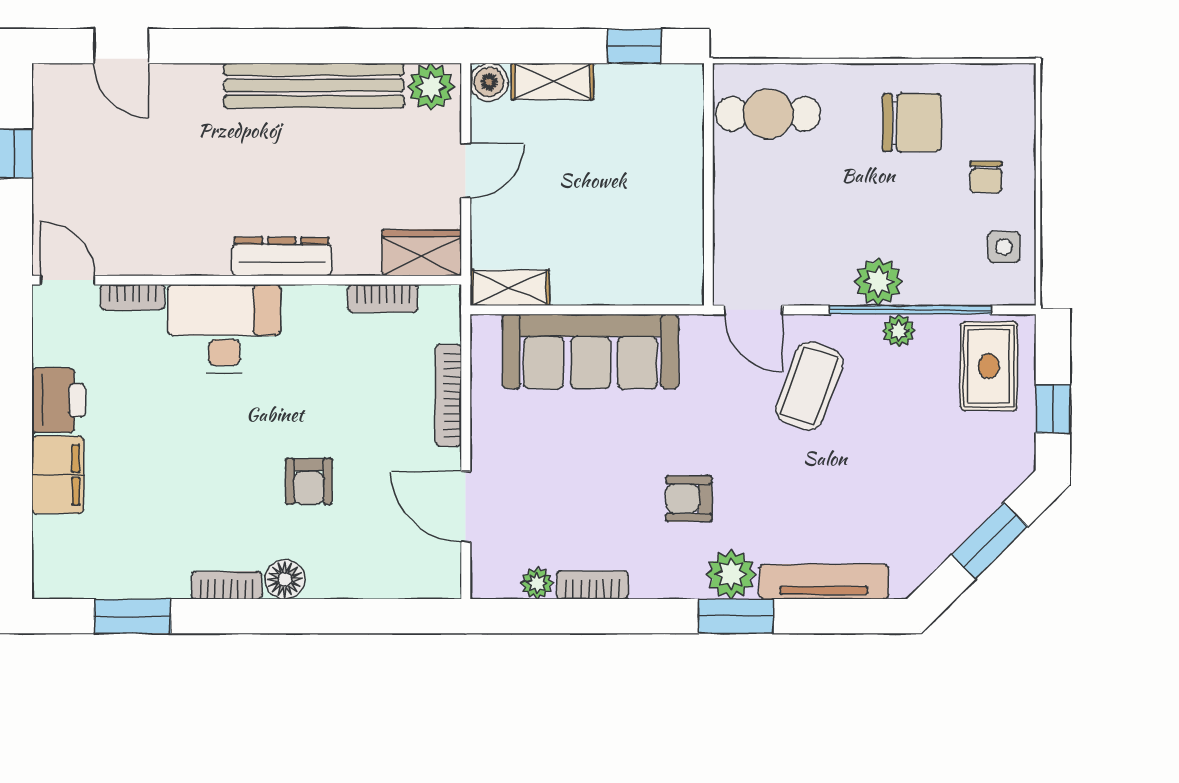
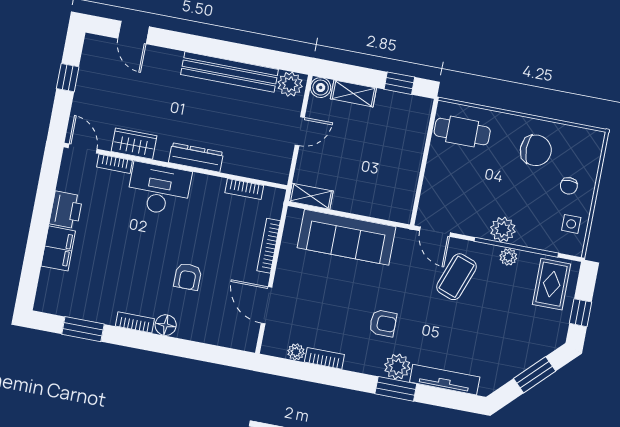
wardrobe: (422, 253) -> (134, 144), moved
armchair: (689, 499) -> (383, 323), turned 180

